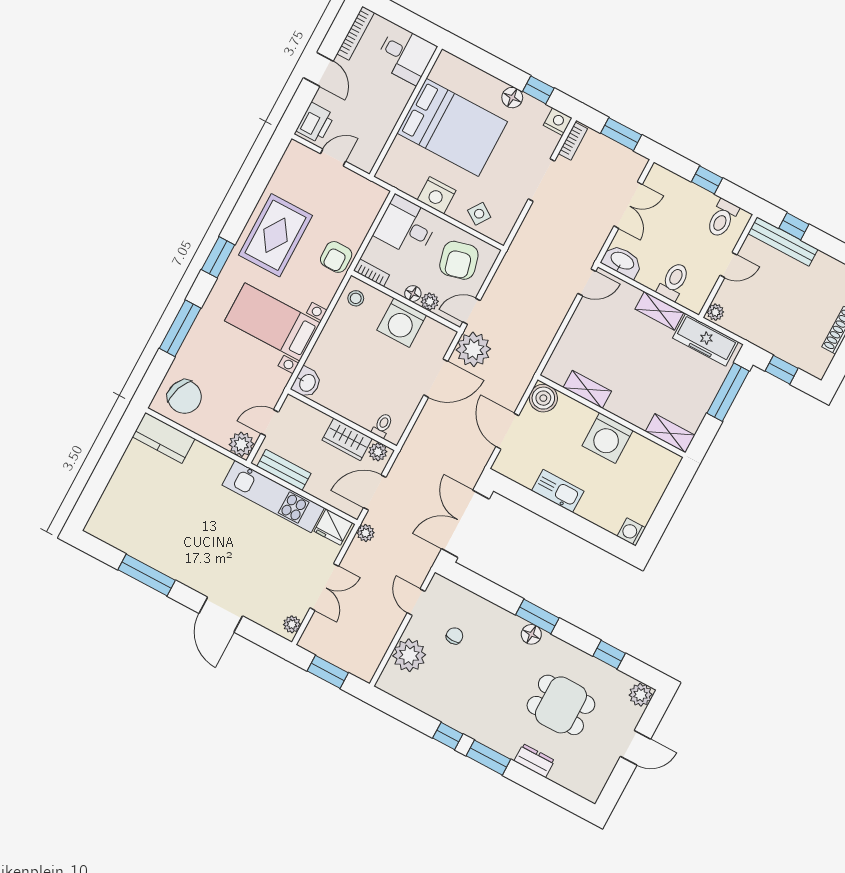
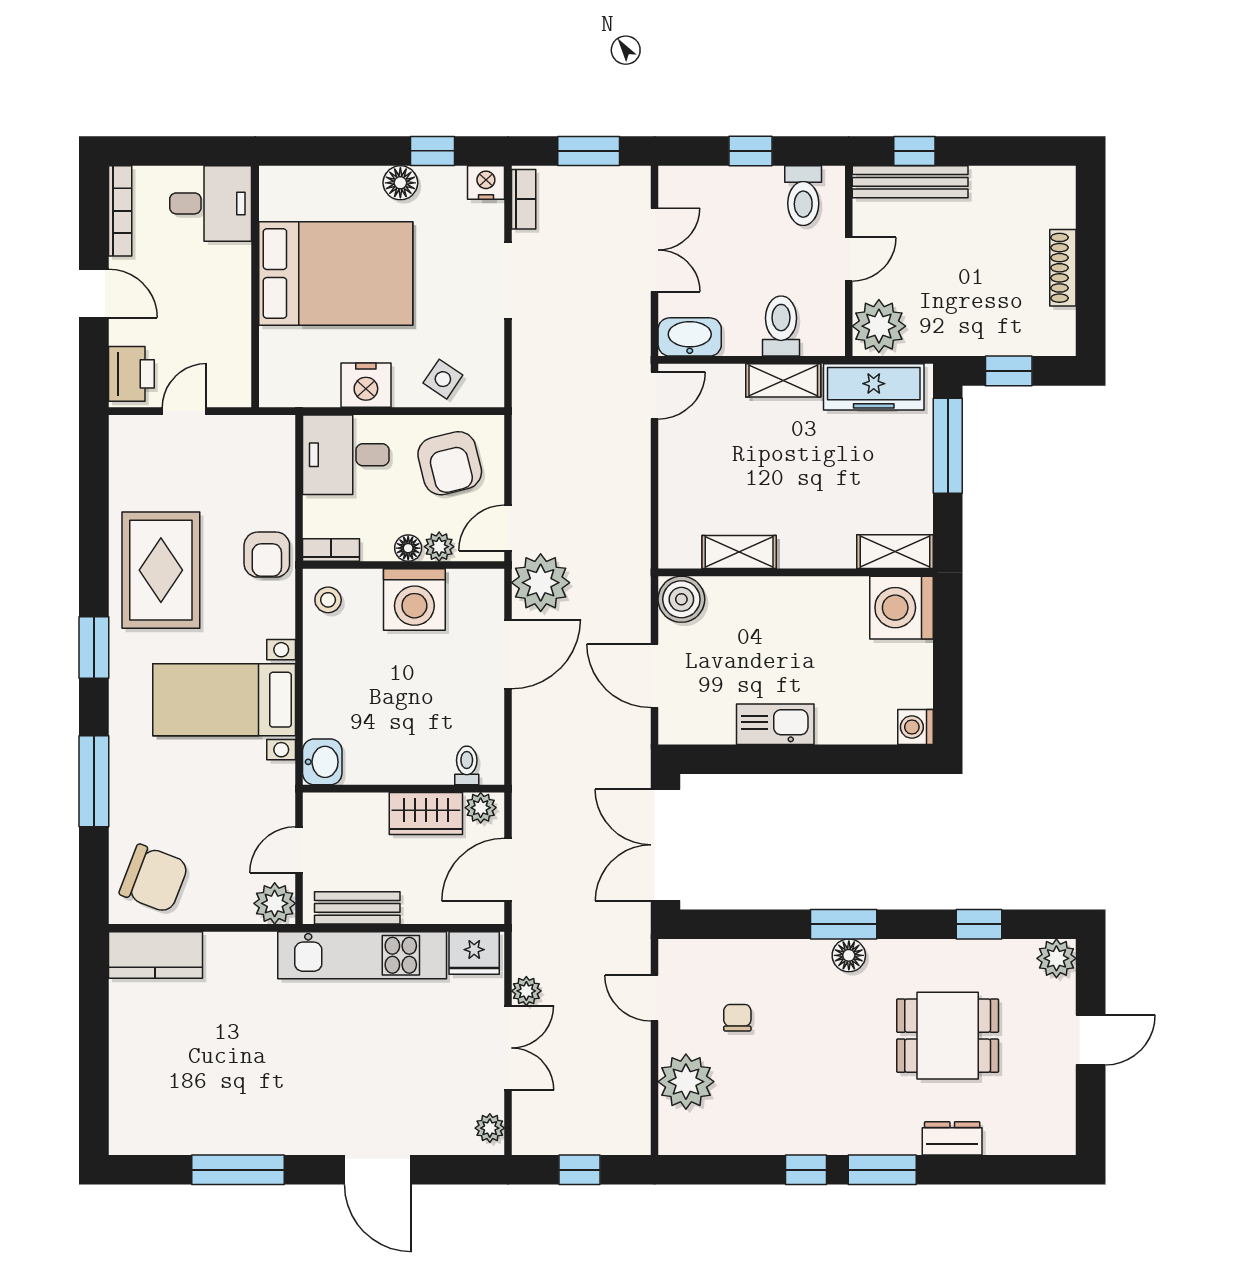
plant: (715, 312) -> (879, 326), width x1.88, depth x1.88
washing machine: (608, 438) -> (901, 608), moved, turned 90
plant: (366, 533) -> (526, 991), moved
window: (328, 672) -> (580, 1170), width x0.67

